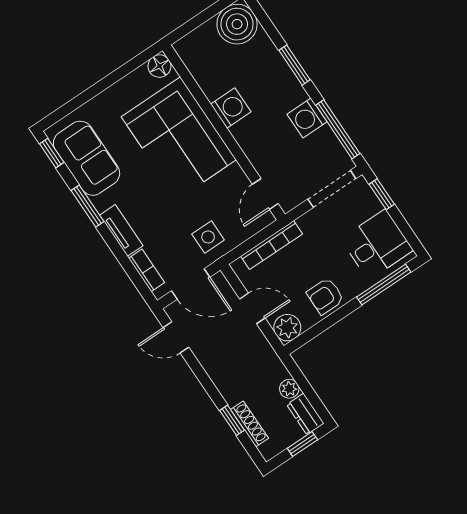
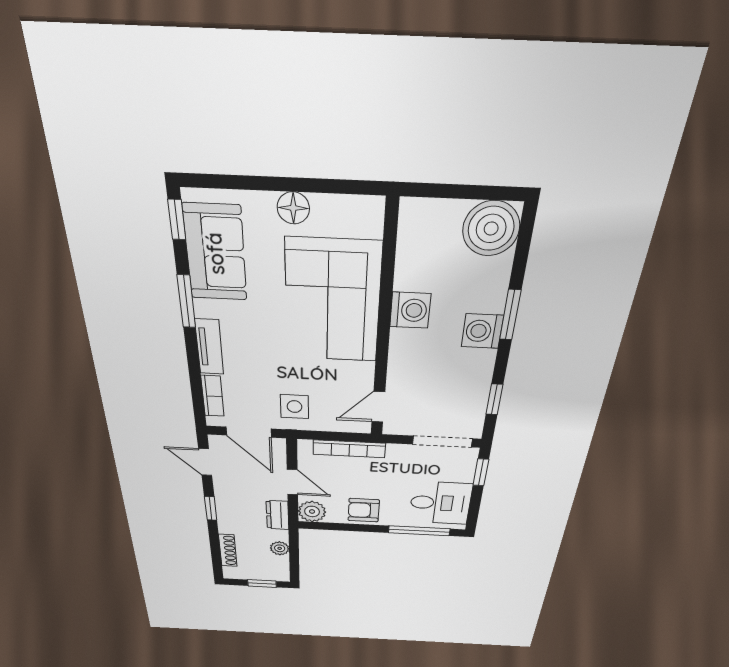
floor lamp: (159, 66) -> (293, 208), moved
washing machine: (307, 118) -> (482, 331), moved
window: (338, 129) -> (494, 399), width x0.46
dresser: (305, 414) -> (277, 515), moved
window: (232, 420) -> (211, 508), moved

